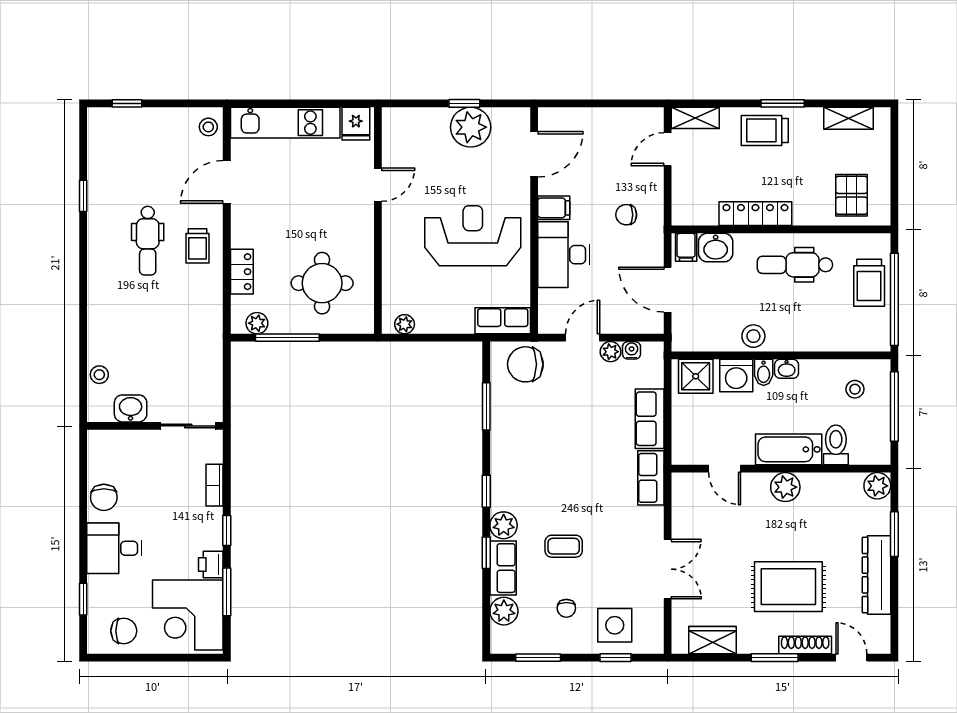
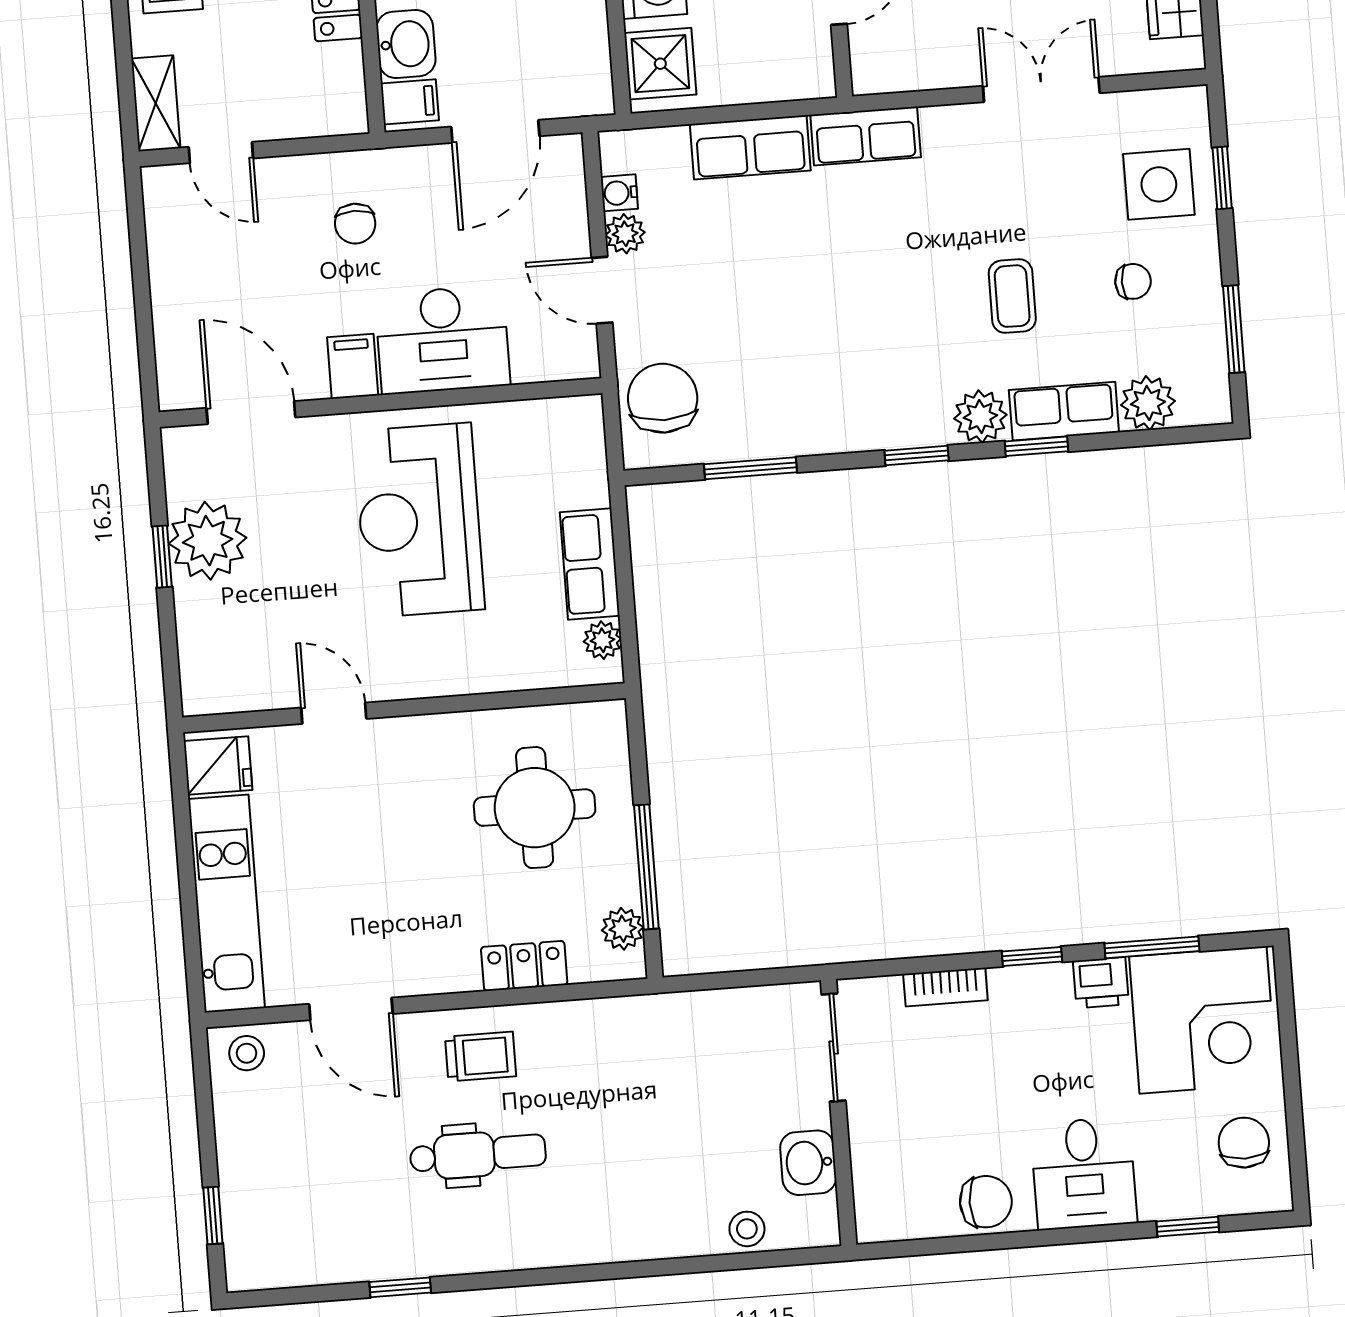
row of seats: (503, 321) -> (590, 564), moved
chair: (525, 364) -> (663, 398), turned 180

